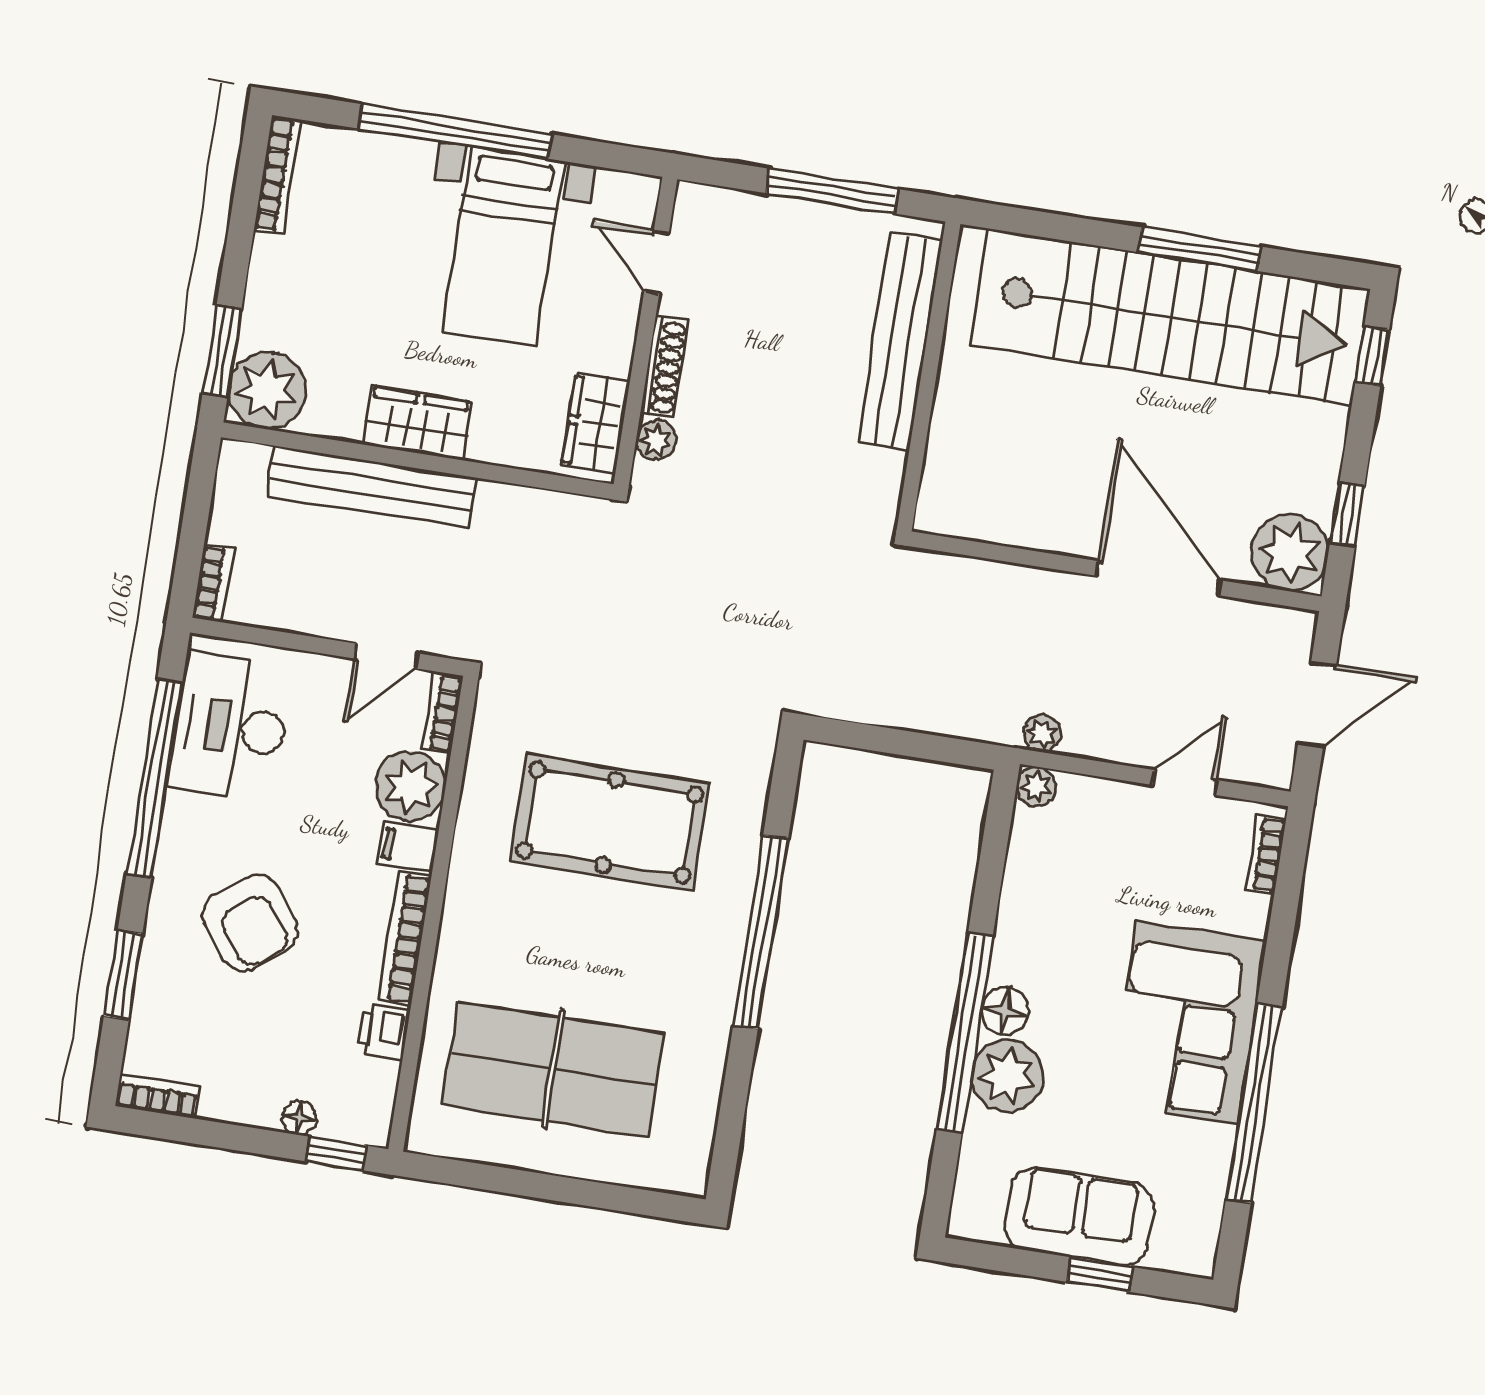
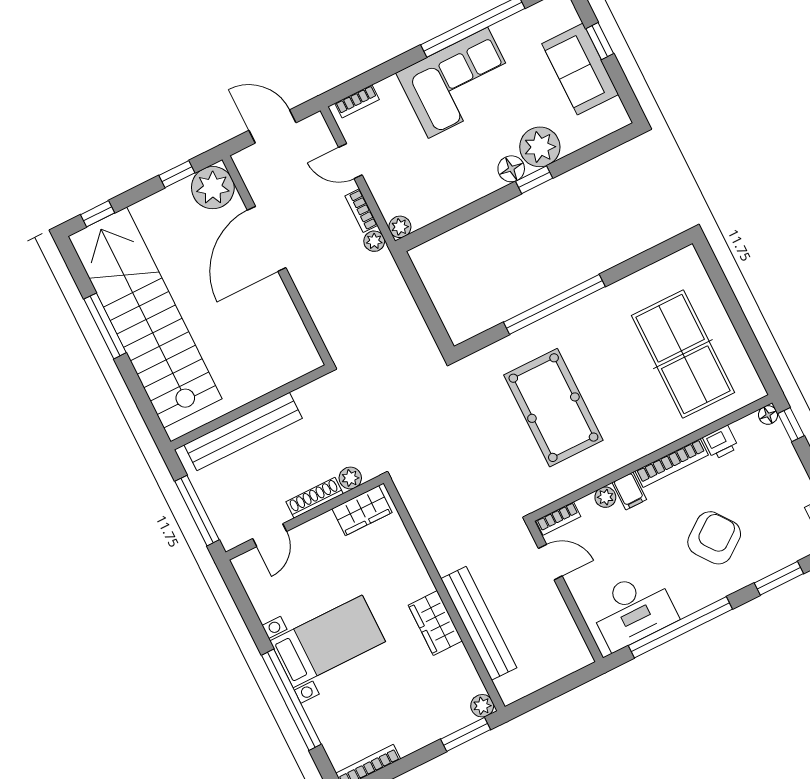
door: (656, 262) -> (270, 535), moved
wall: (645, 332) -> (305, 518), moved
shoe rack: (664, 367) -> (315, 498), moved
plant: (267, 391) -> (482, 706), width x0.53, depth x0.53
wardrobe: (596, 423) -> (362, 511), moved
plant: (656, 440) -> (350, 478), moved
bookcase: (213, 583) -> (361, 211), moved, turned -90
plant: (410, 786) -> (605, 497), width x0.53, depth x0.53
window: (965, 1033) -> (534, 180), width x0.32
floor lamp: (299, 1118) -> (768, 415), moved

